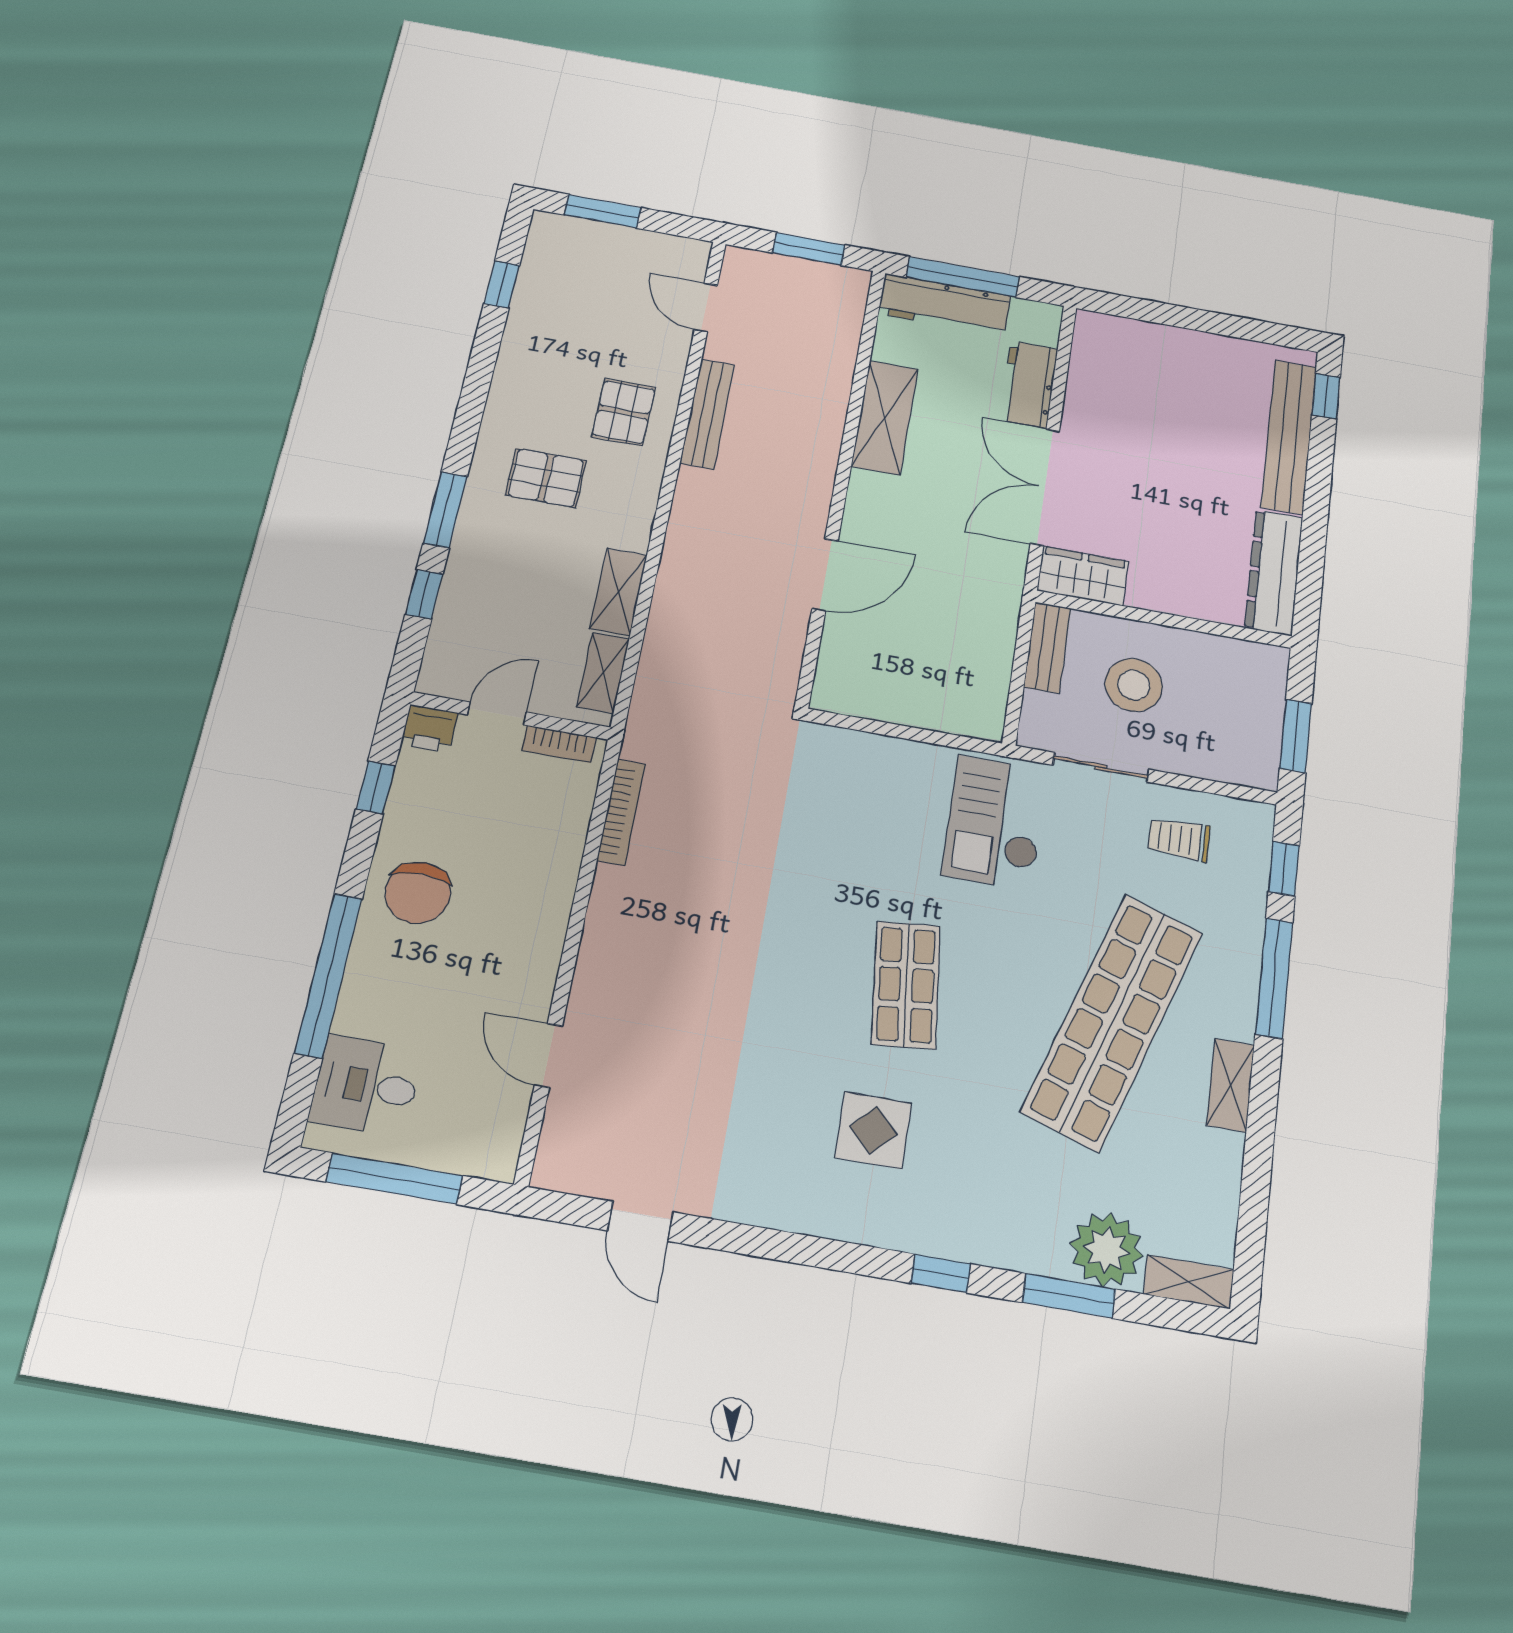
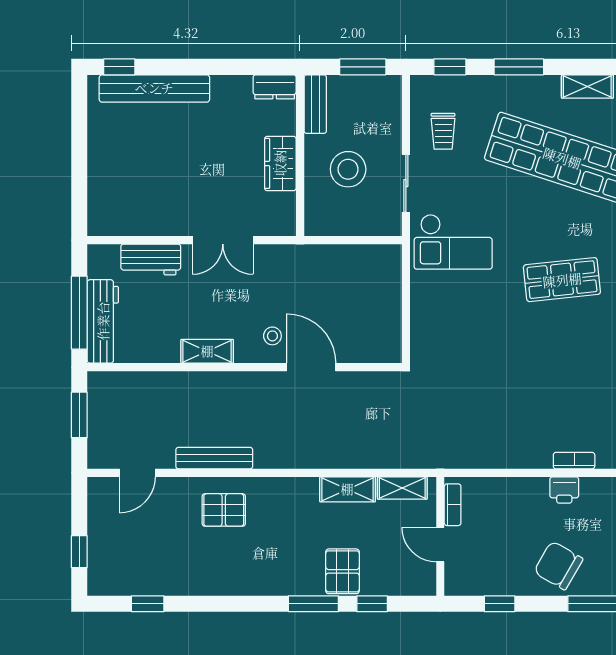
window: (603, 211) -> (79, 552), width x0.67
shelving: (885, 418) -> (207, 351), width x0.67, depth x0.75
pallet: (546, 478) -> (342, 571), moved
double door: (1045, 487) -> (223, 240), width x0.73
stool: (884, 529) -> (272, 336), added
dresser: (1274, 572) -> (275, 87), width x0.51, depth x0.80
wardrobe: (1083, 576) -> (280, 163), moved
bench: (1047, 648) -> (315, 104), moved, turned 90
printer: (429, 729) -> (564, 490), moved, turned 90
bookcase: (621, 812) -> (574, 461), moved, width x0.64
chair: (418, 893) -> (558, 565), turned -150
window: (1274, 978) -> (519, 67), width x0.69

